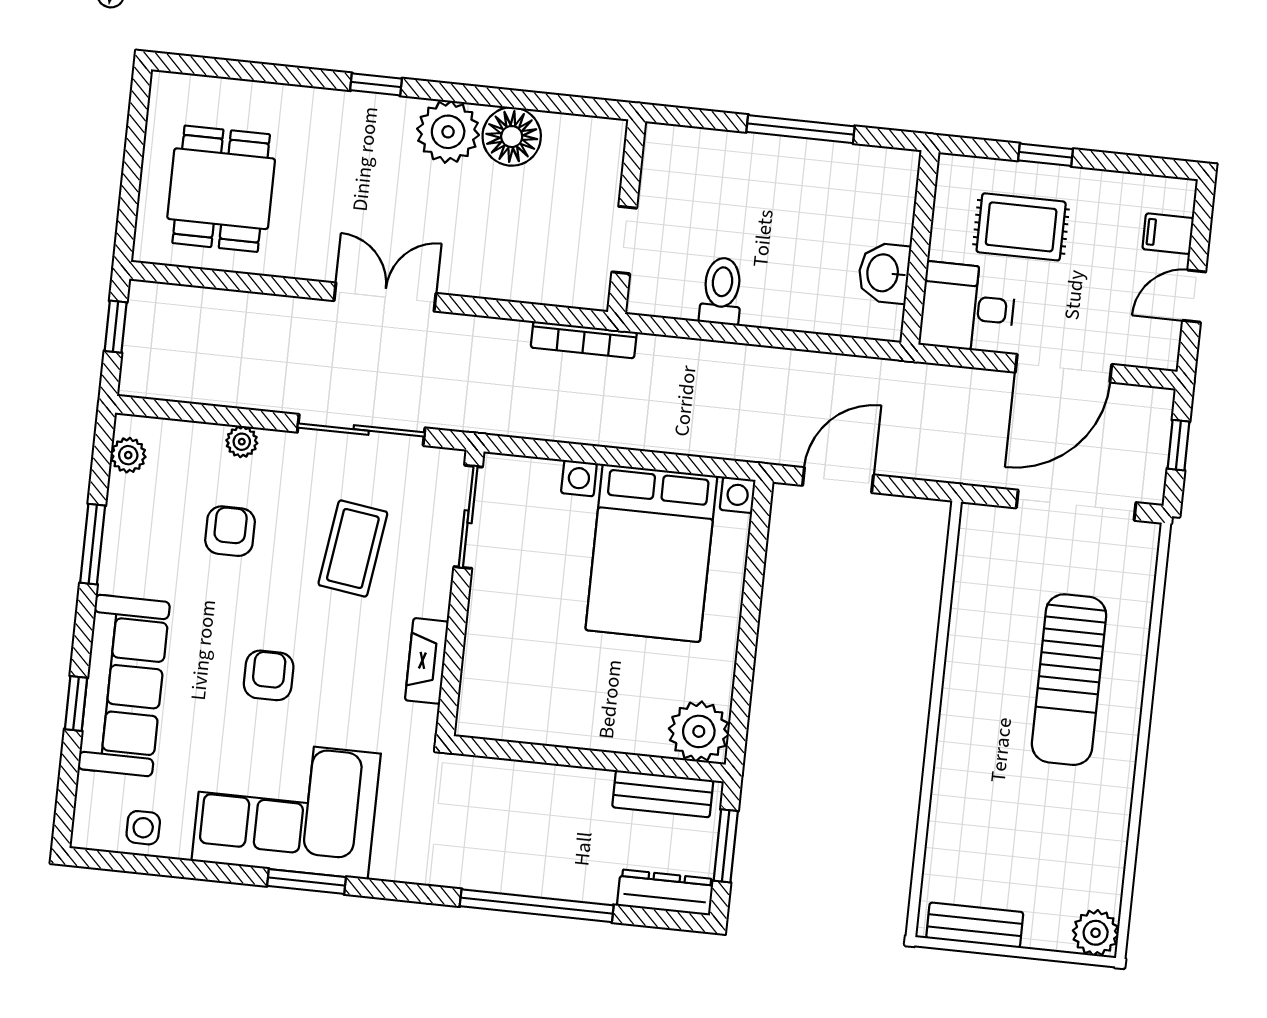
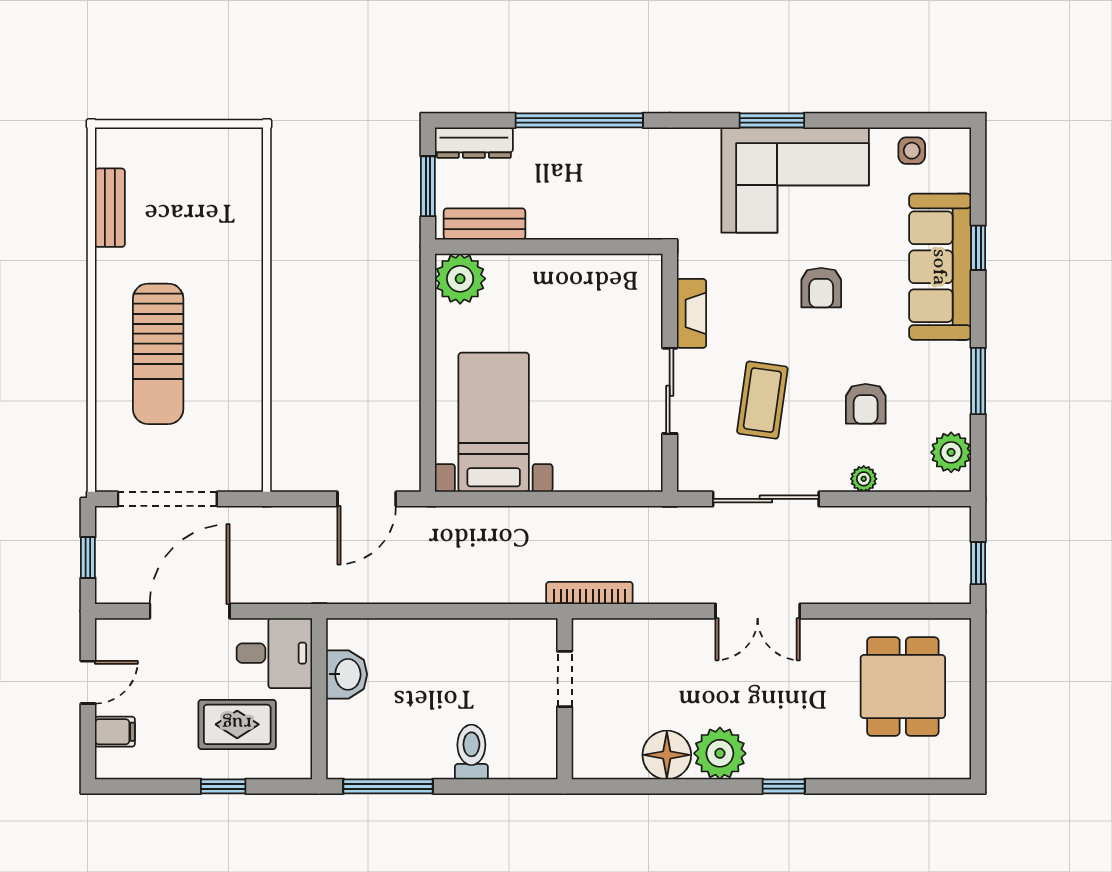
window: (801, 129) -> (388, 786), moved
toilet: (722, 291) -> (471, 752), moved, turned 180
plant: (128, 455) -> (951, 452), width x1.38, depth x1.38
sliding door: (468, 517) -> (670, 391), moved
bed with nightstands: (651, 553) -> (494, 422), width x0.73
sun lounger: (1069, 680) -> (158, 354), turned 180
bench: (975, 925) -> (110, 208), moved, turned 90
plant: (1096, 933) -> (114, 147), removed

